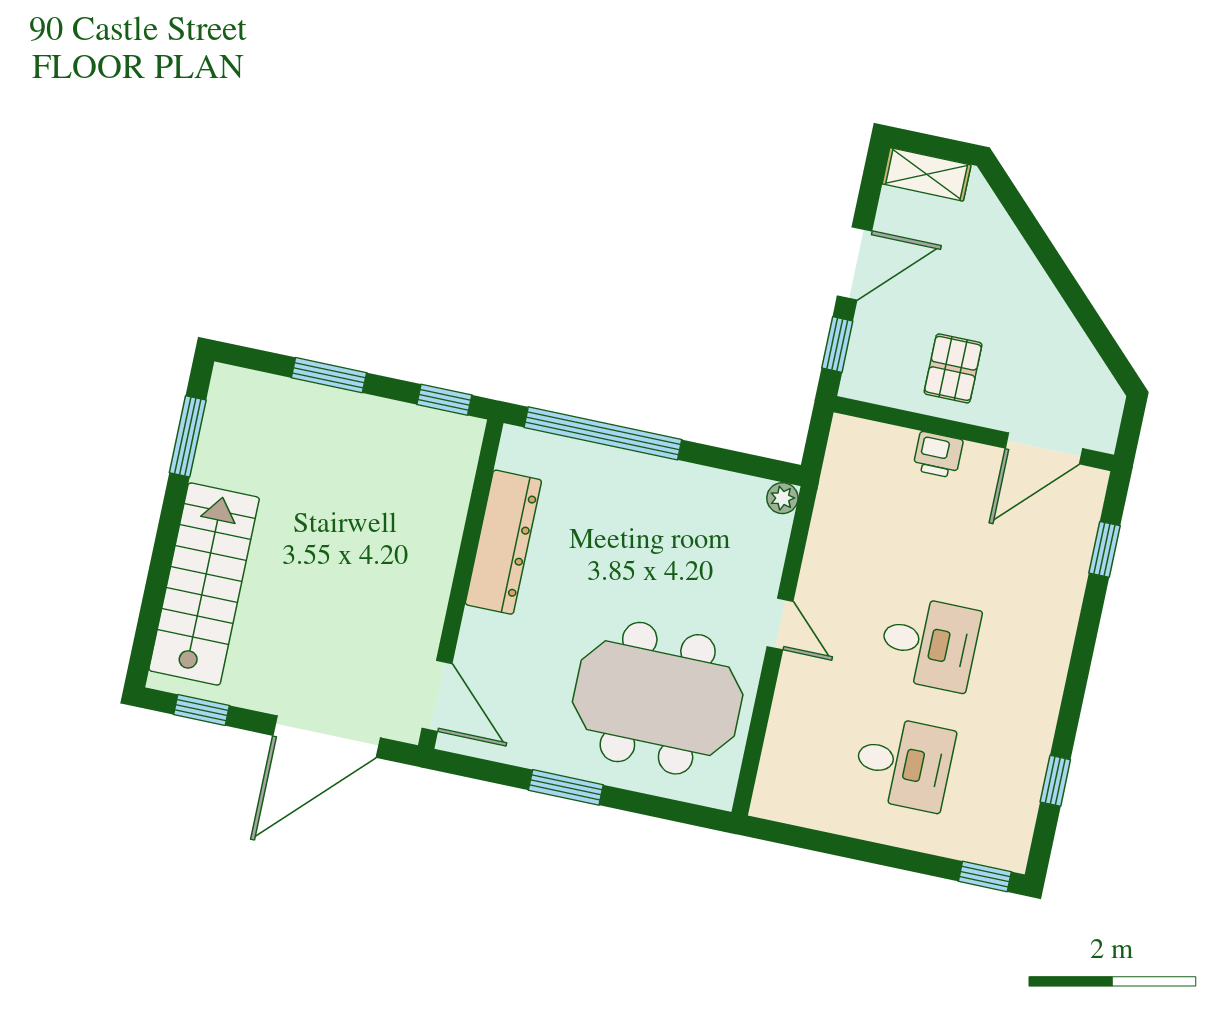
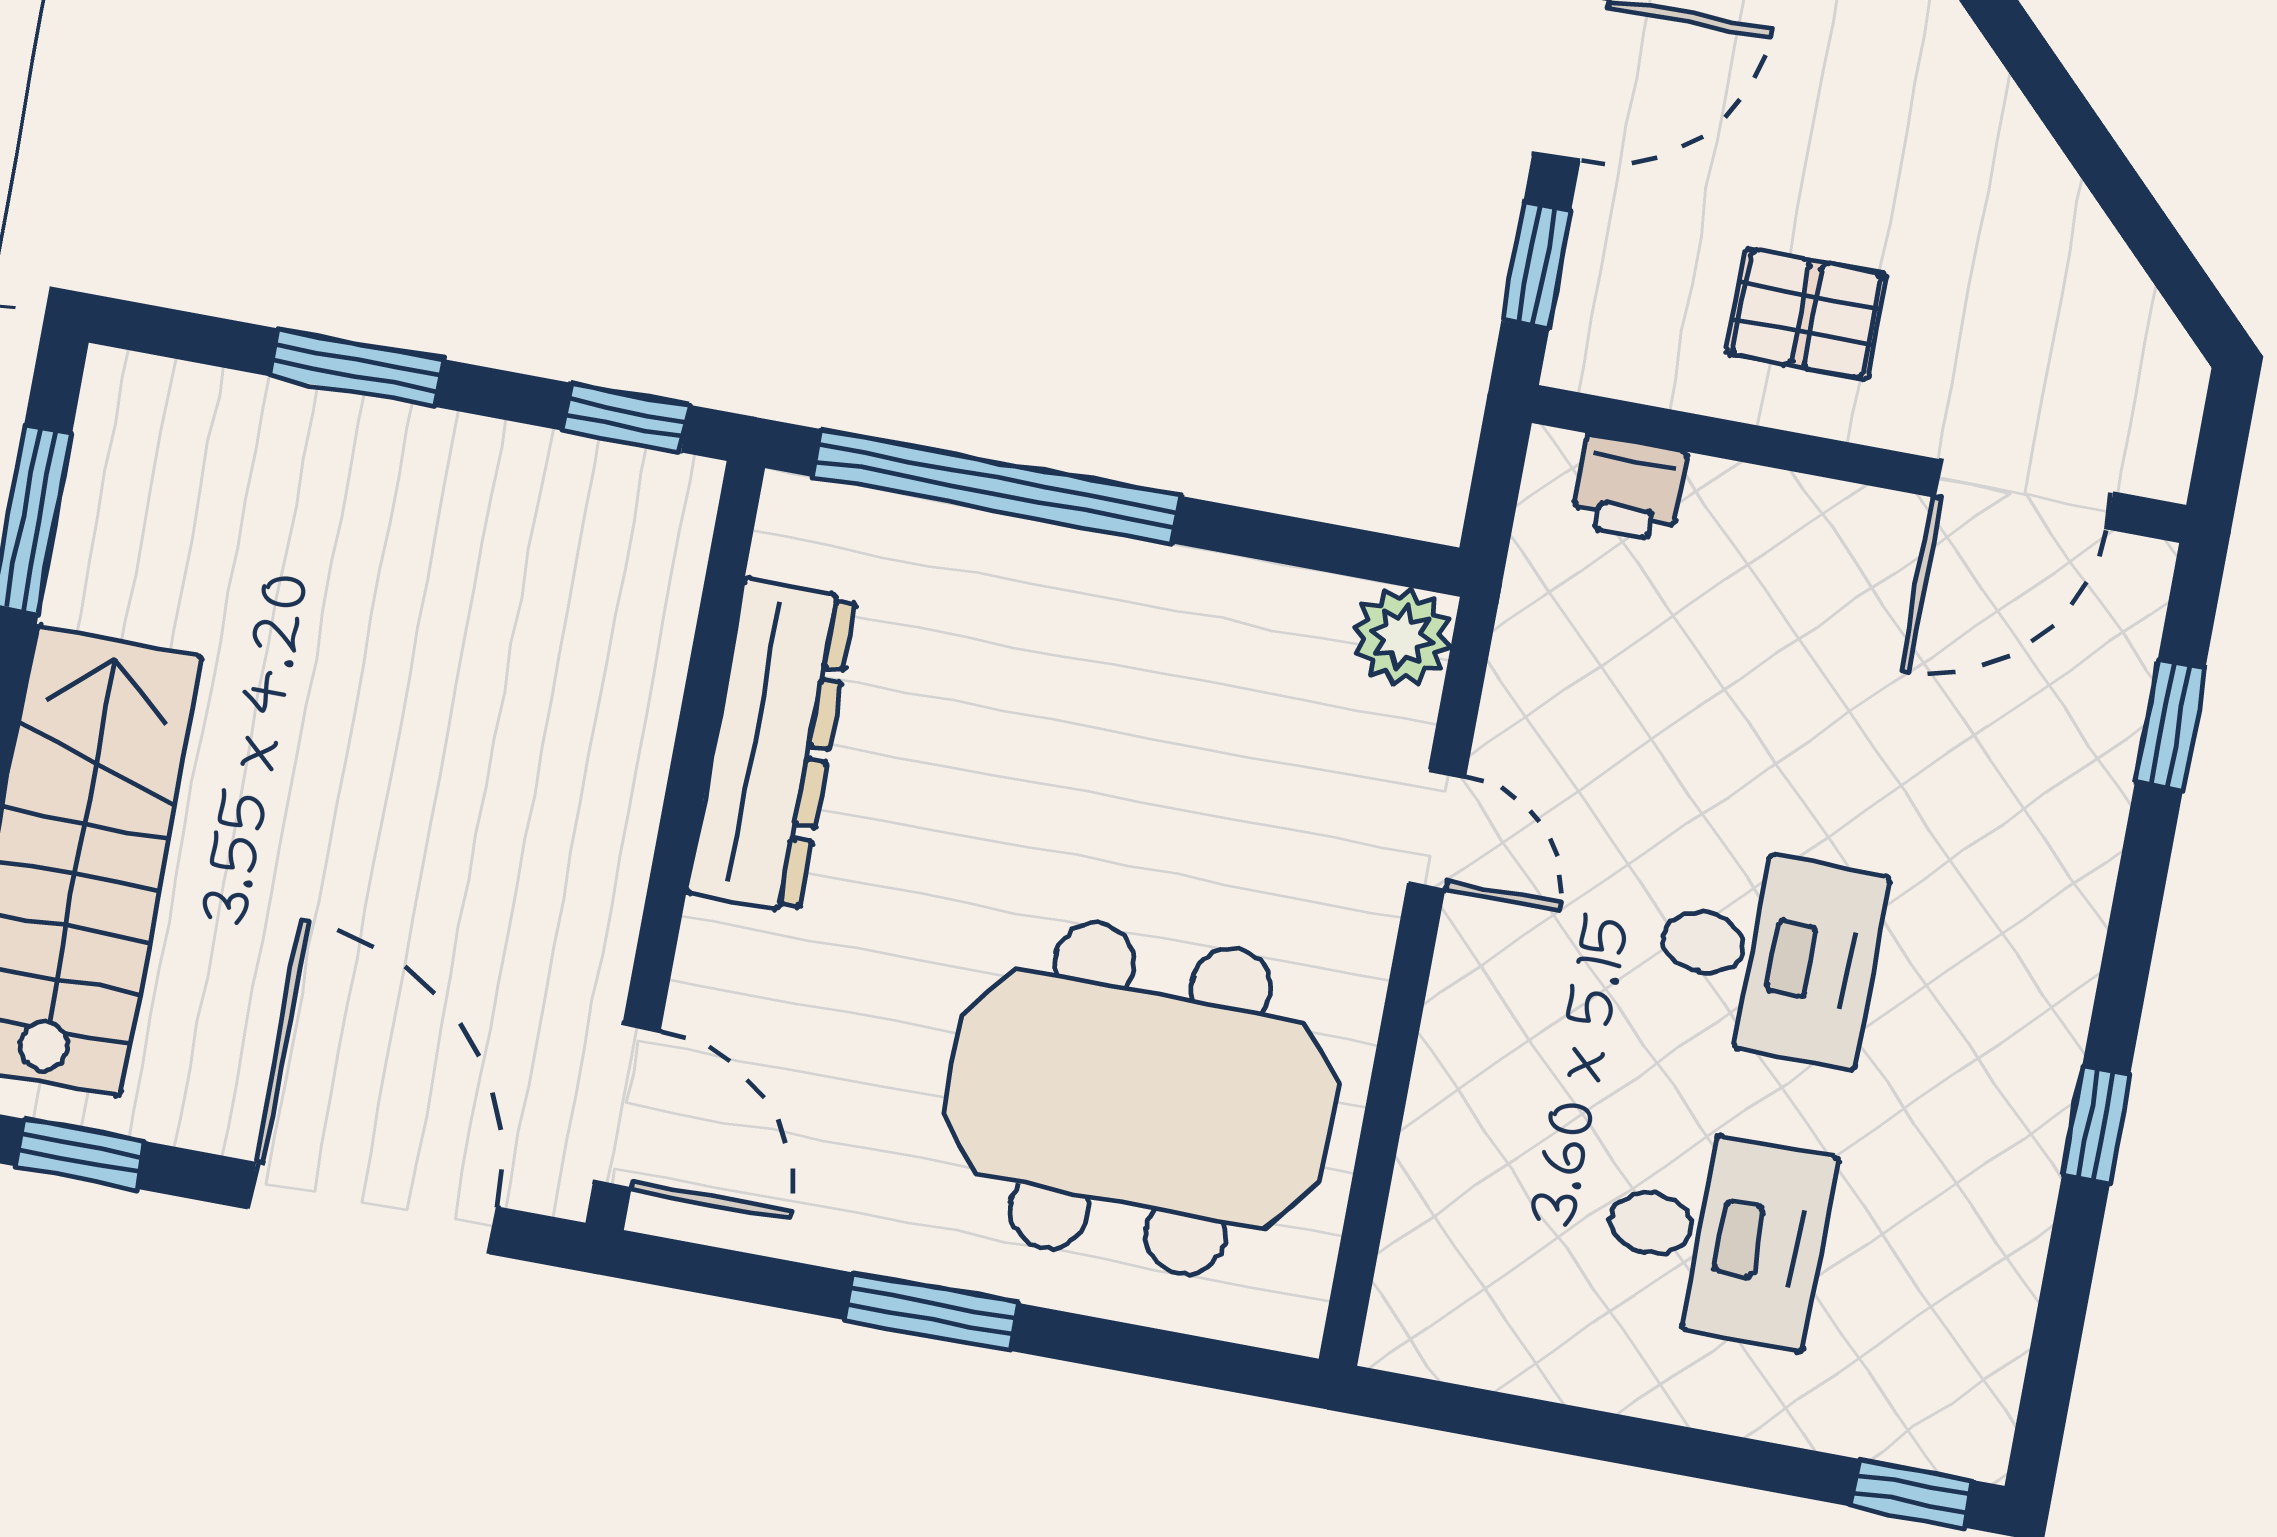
pallet: (953, 368) -> (1807, 314), turned 90
printer: (938, 455) -> (1629, 488), moved
plant: (782, 498) -> (1402, 637), width x1.38, depth x1.38
door: (780, 624) -> (1437, 830), moved
door: (327, 737) -> (373, 1208), swing flipped
window: (1055, 781) -> (2096, 1125), moved

